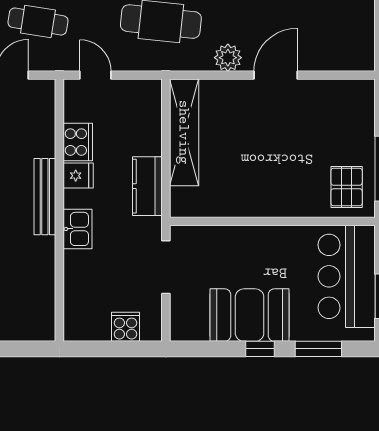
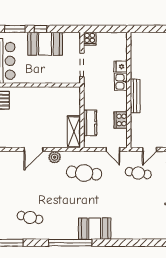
shelving: (184, 132) -> (74, 132), width x0.68
fridge: (78, 176) -> (121, 67), moved
kitchen counter: (147, 186) -> (90, 123), moved
cooker: (125, 327) -> (90, 39), moved

